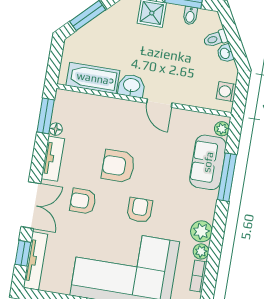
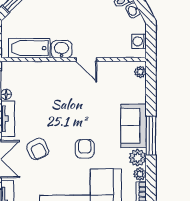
sofa: (208, 162) -> (134, 126), moved
armchair: (118, 166) -> (62, 116), removed
window: (227, 177) -> (151, 136), moved
armchair: (83, 201) -> (38, 149), turned -114

